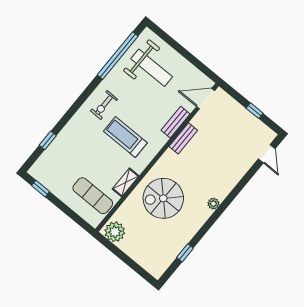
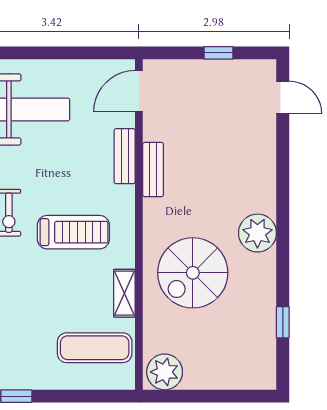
treadmill: (125, 137) -> (73, 232), turned 180
plant: (213, 204) -> (257, 233), width x1.87, depth x1.87

